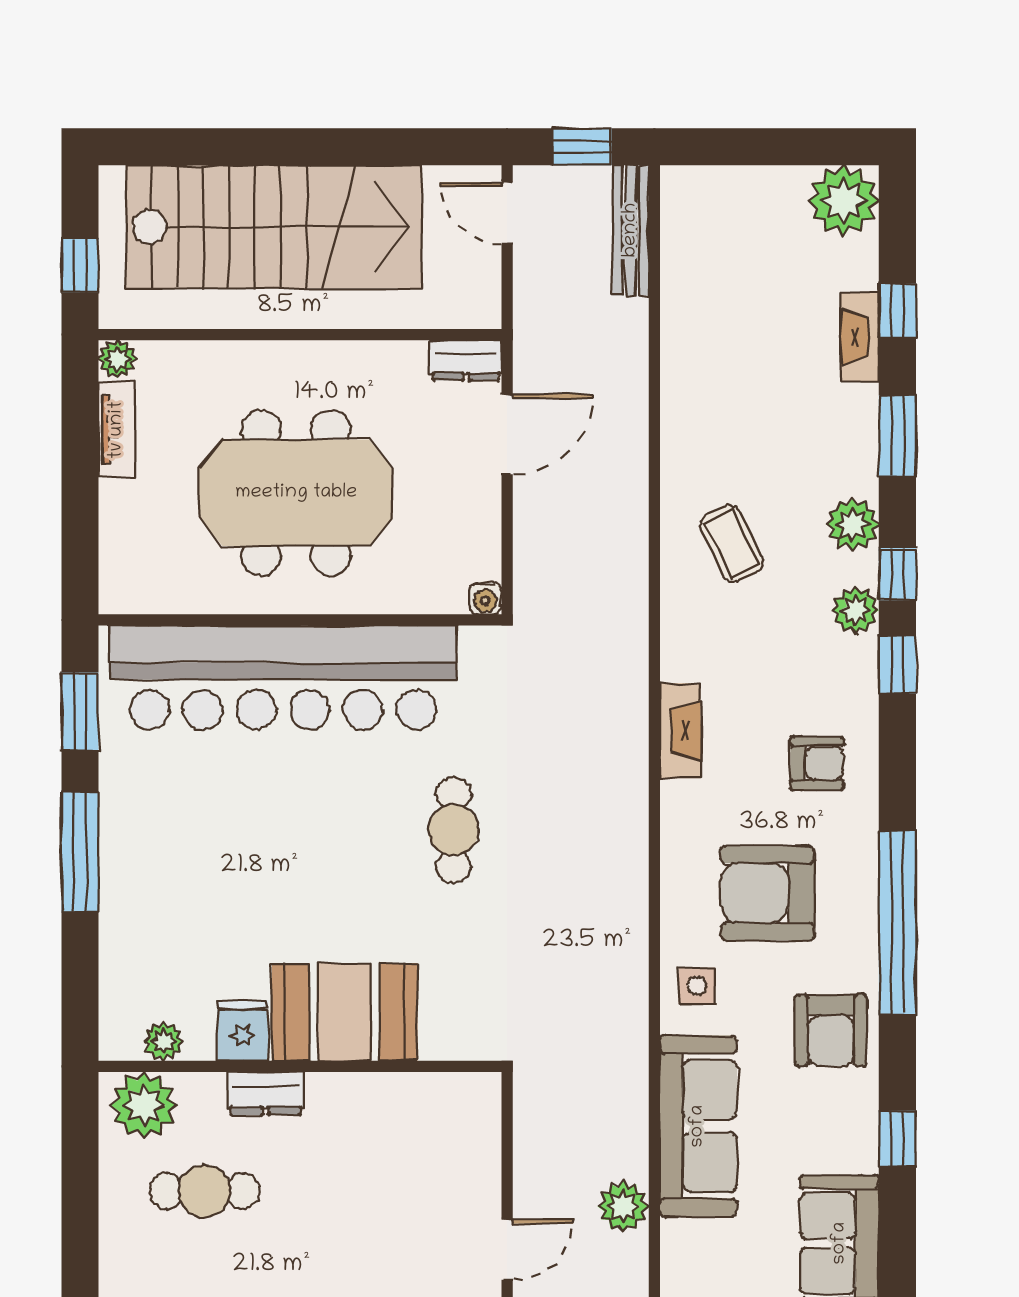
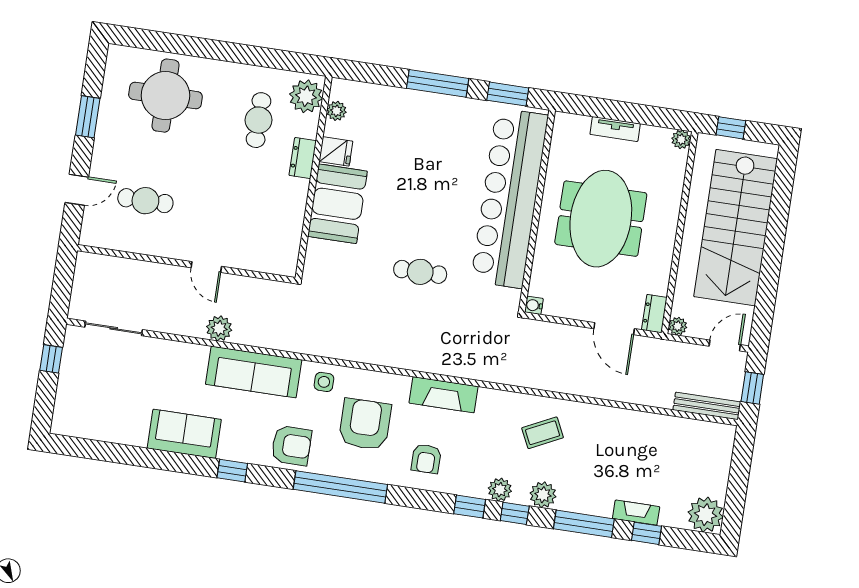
plant: (483, 311) -> (678, 326), added
tv unit: (117, 430) -> (615, 129), moved
window: (897, 436) -> (584, 524), width x1.44
fireplace: (680, 731) -> (444, 395), width x1.37, depth x1.32
armchair: (831, 1031) -> (291, 446), turned 180

